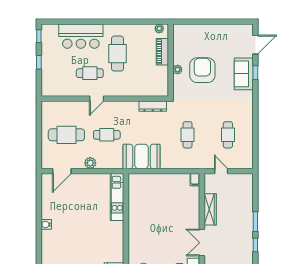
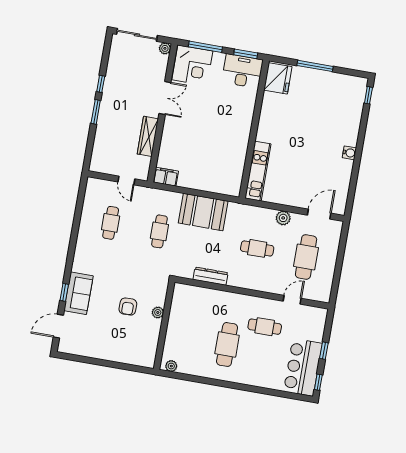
bar counter: (81, 36) -> (303, 367), moved, turned -90
piano: (162, 52) -> (172, 337), removed
armchair: (202, 70) -> (128, 307), width x0.53, depth x0.53
door: (97, 99) -> (292, 300), moved
dresser: (153, 106) -> (211, 276), moved
cafe table: (66, 135) -> (306, 257), turned 90
booth: (142, 156) -> (203, 212), moved
filing cabinet: (195, 180) -> (166, 177), width x2.00

